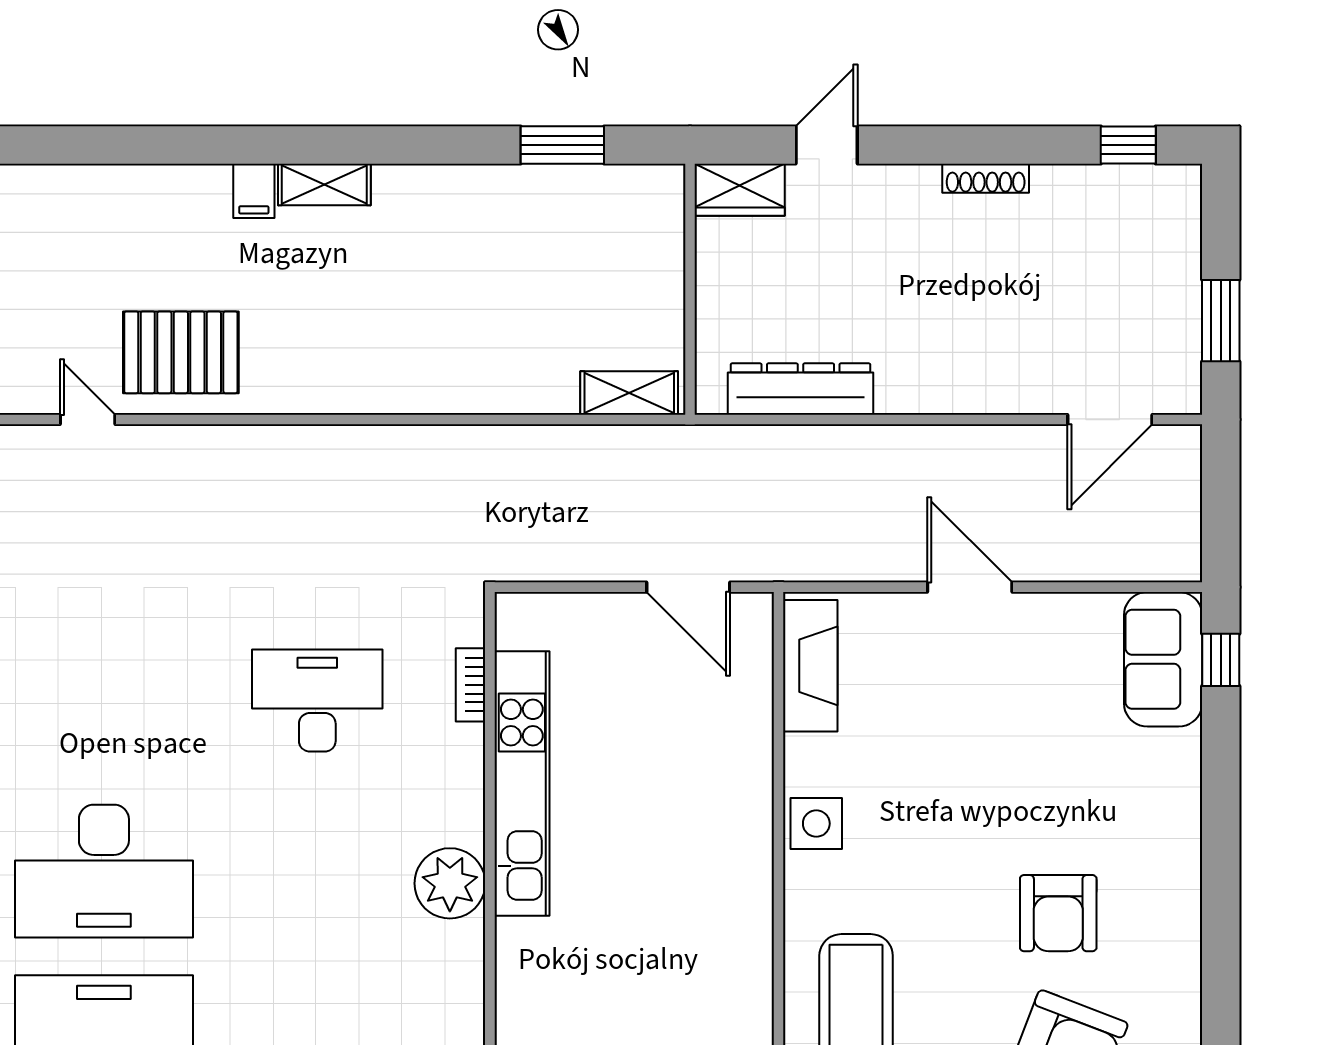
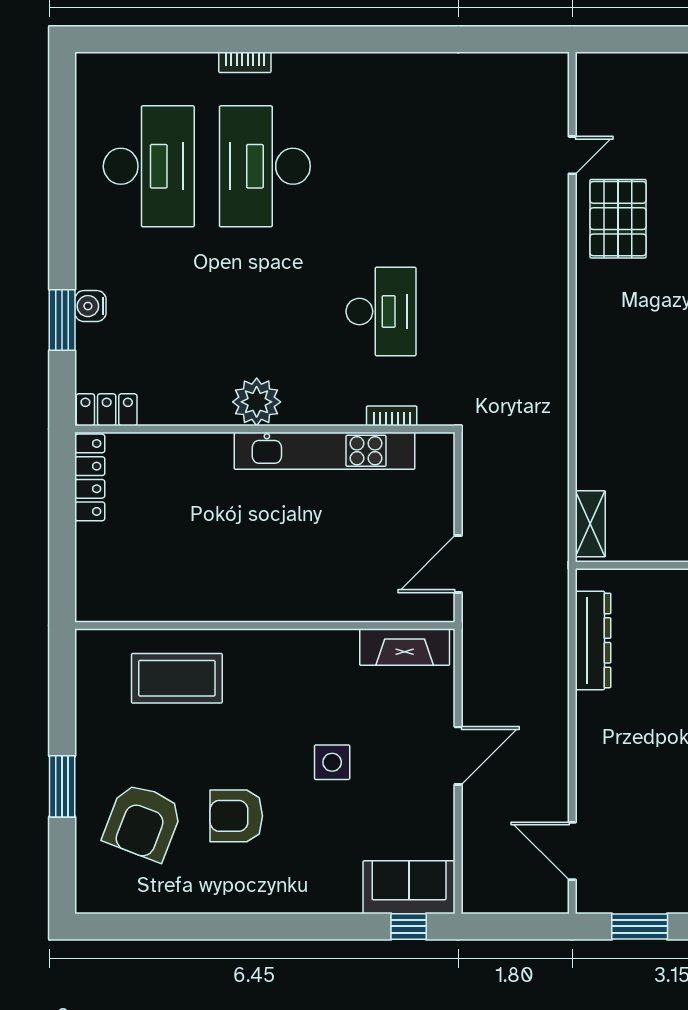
side table: (816, 824) -> (332, 762), moved

